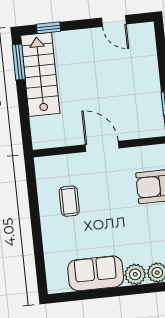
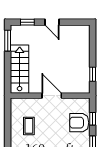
door: (114, 21) -> (52, 22), moved
stairs: (40, 74) -> (20, 69), moved

